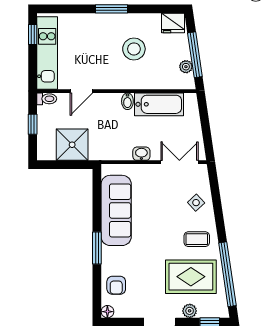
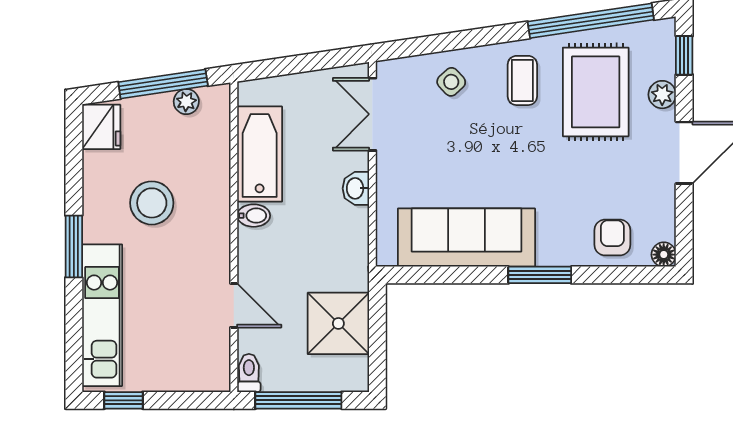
kitchen unit: (47, 53) -> (102, 315), moved, turned 90
window: (33, 124) -> (298, 400), width x2.17
armchair: (116, 285) -> (612, 237), turned -90

